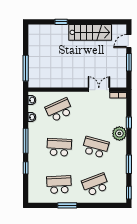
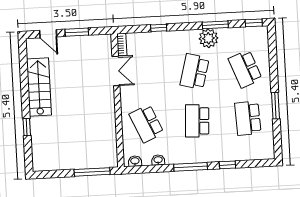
double door: (99, 90) -> (116, 71), swing flipped
plant: (119, 133) -> (208, 38), moved

